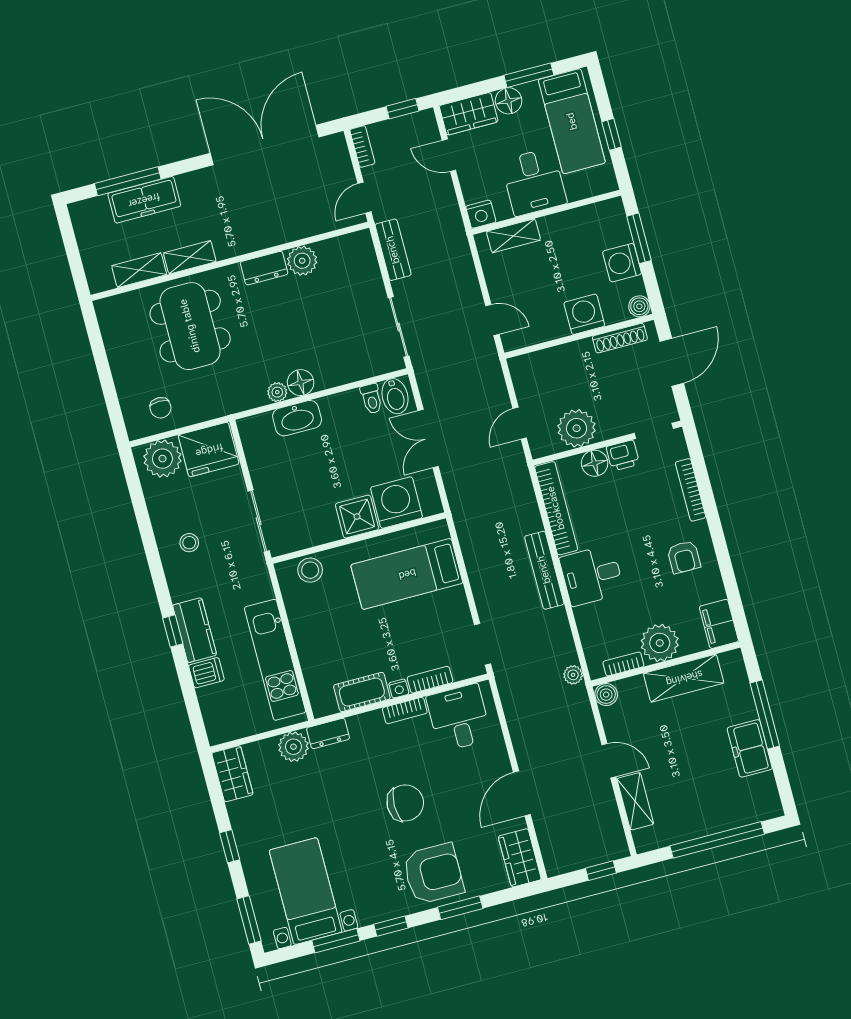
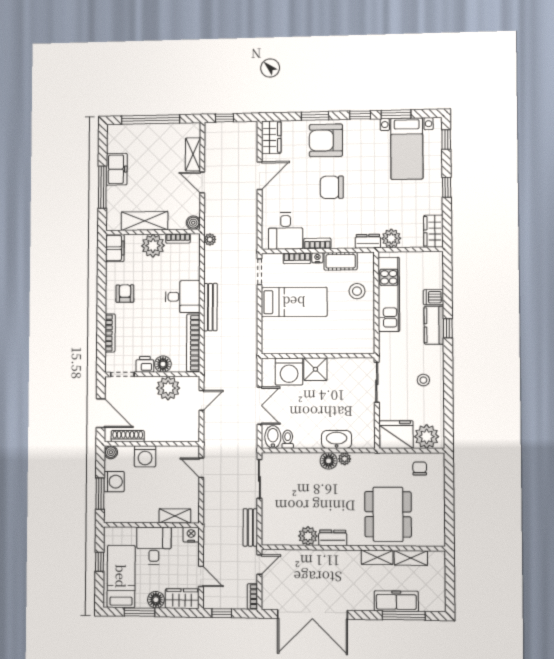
door: (672, 362) -> (101, 413), swing flipped
stool: (310, 570) -> (357, 291), moved
bed: (407, 574) -> (294, 302), moved
window: (249, 920) -> (446, 139), width x0.67

